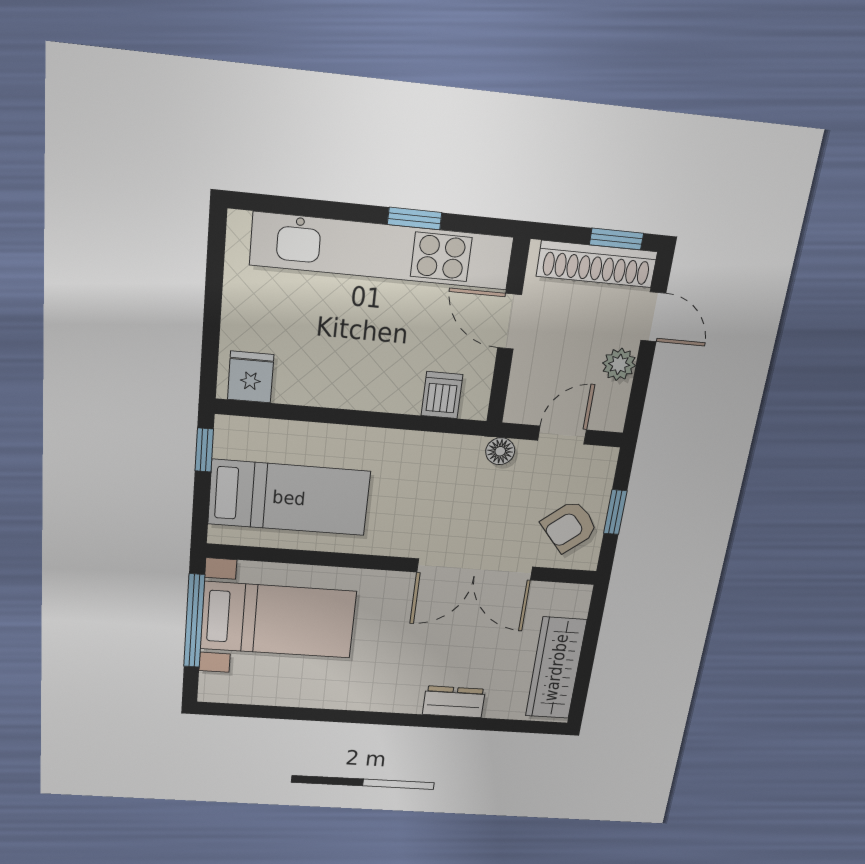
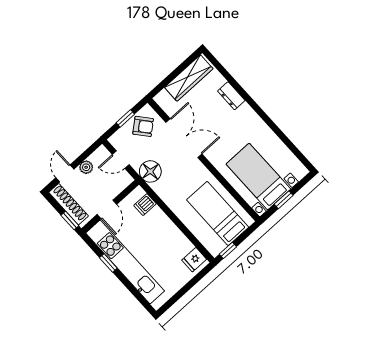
window: (616, 239) -> (70, 221), moved
floor lamp: (500, 451) -> (150, 171), width x1.89, depth x1.89
window: (194, 621) -> (284, 200), width x0.46

